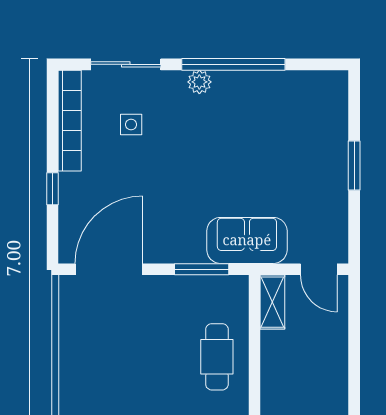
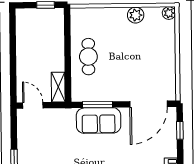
window: (52, 189) -> (180, 130), moved
sofa: (247, 240) -> (99, 121), moved

